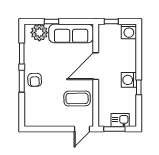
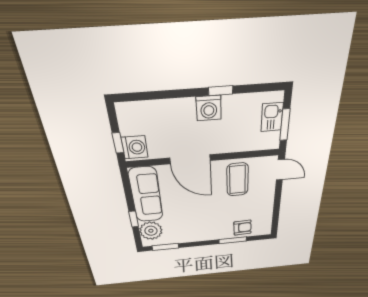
washing machine: (129, 31) -> (135, 147), moved
window: (22, 53) -> (165, 247), moved
armchair: (35, 80) -> (243, 228), moved
window: (22, 81) -> (233, 240), moved

